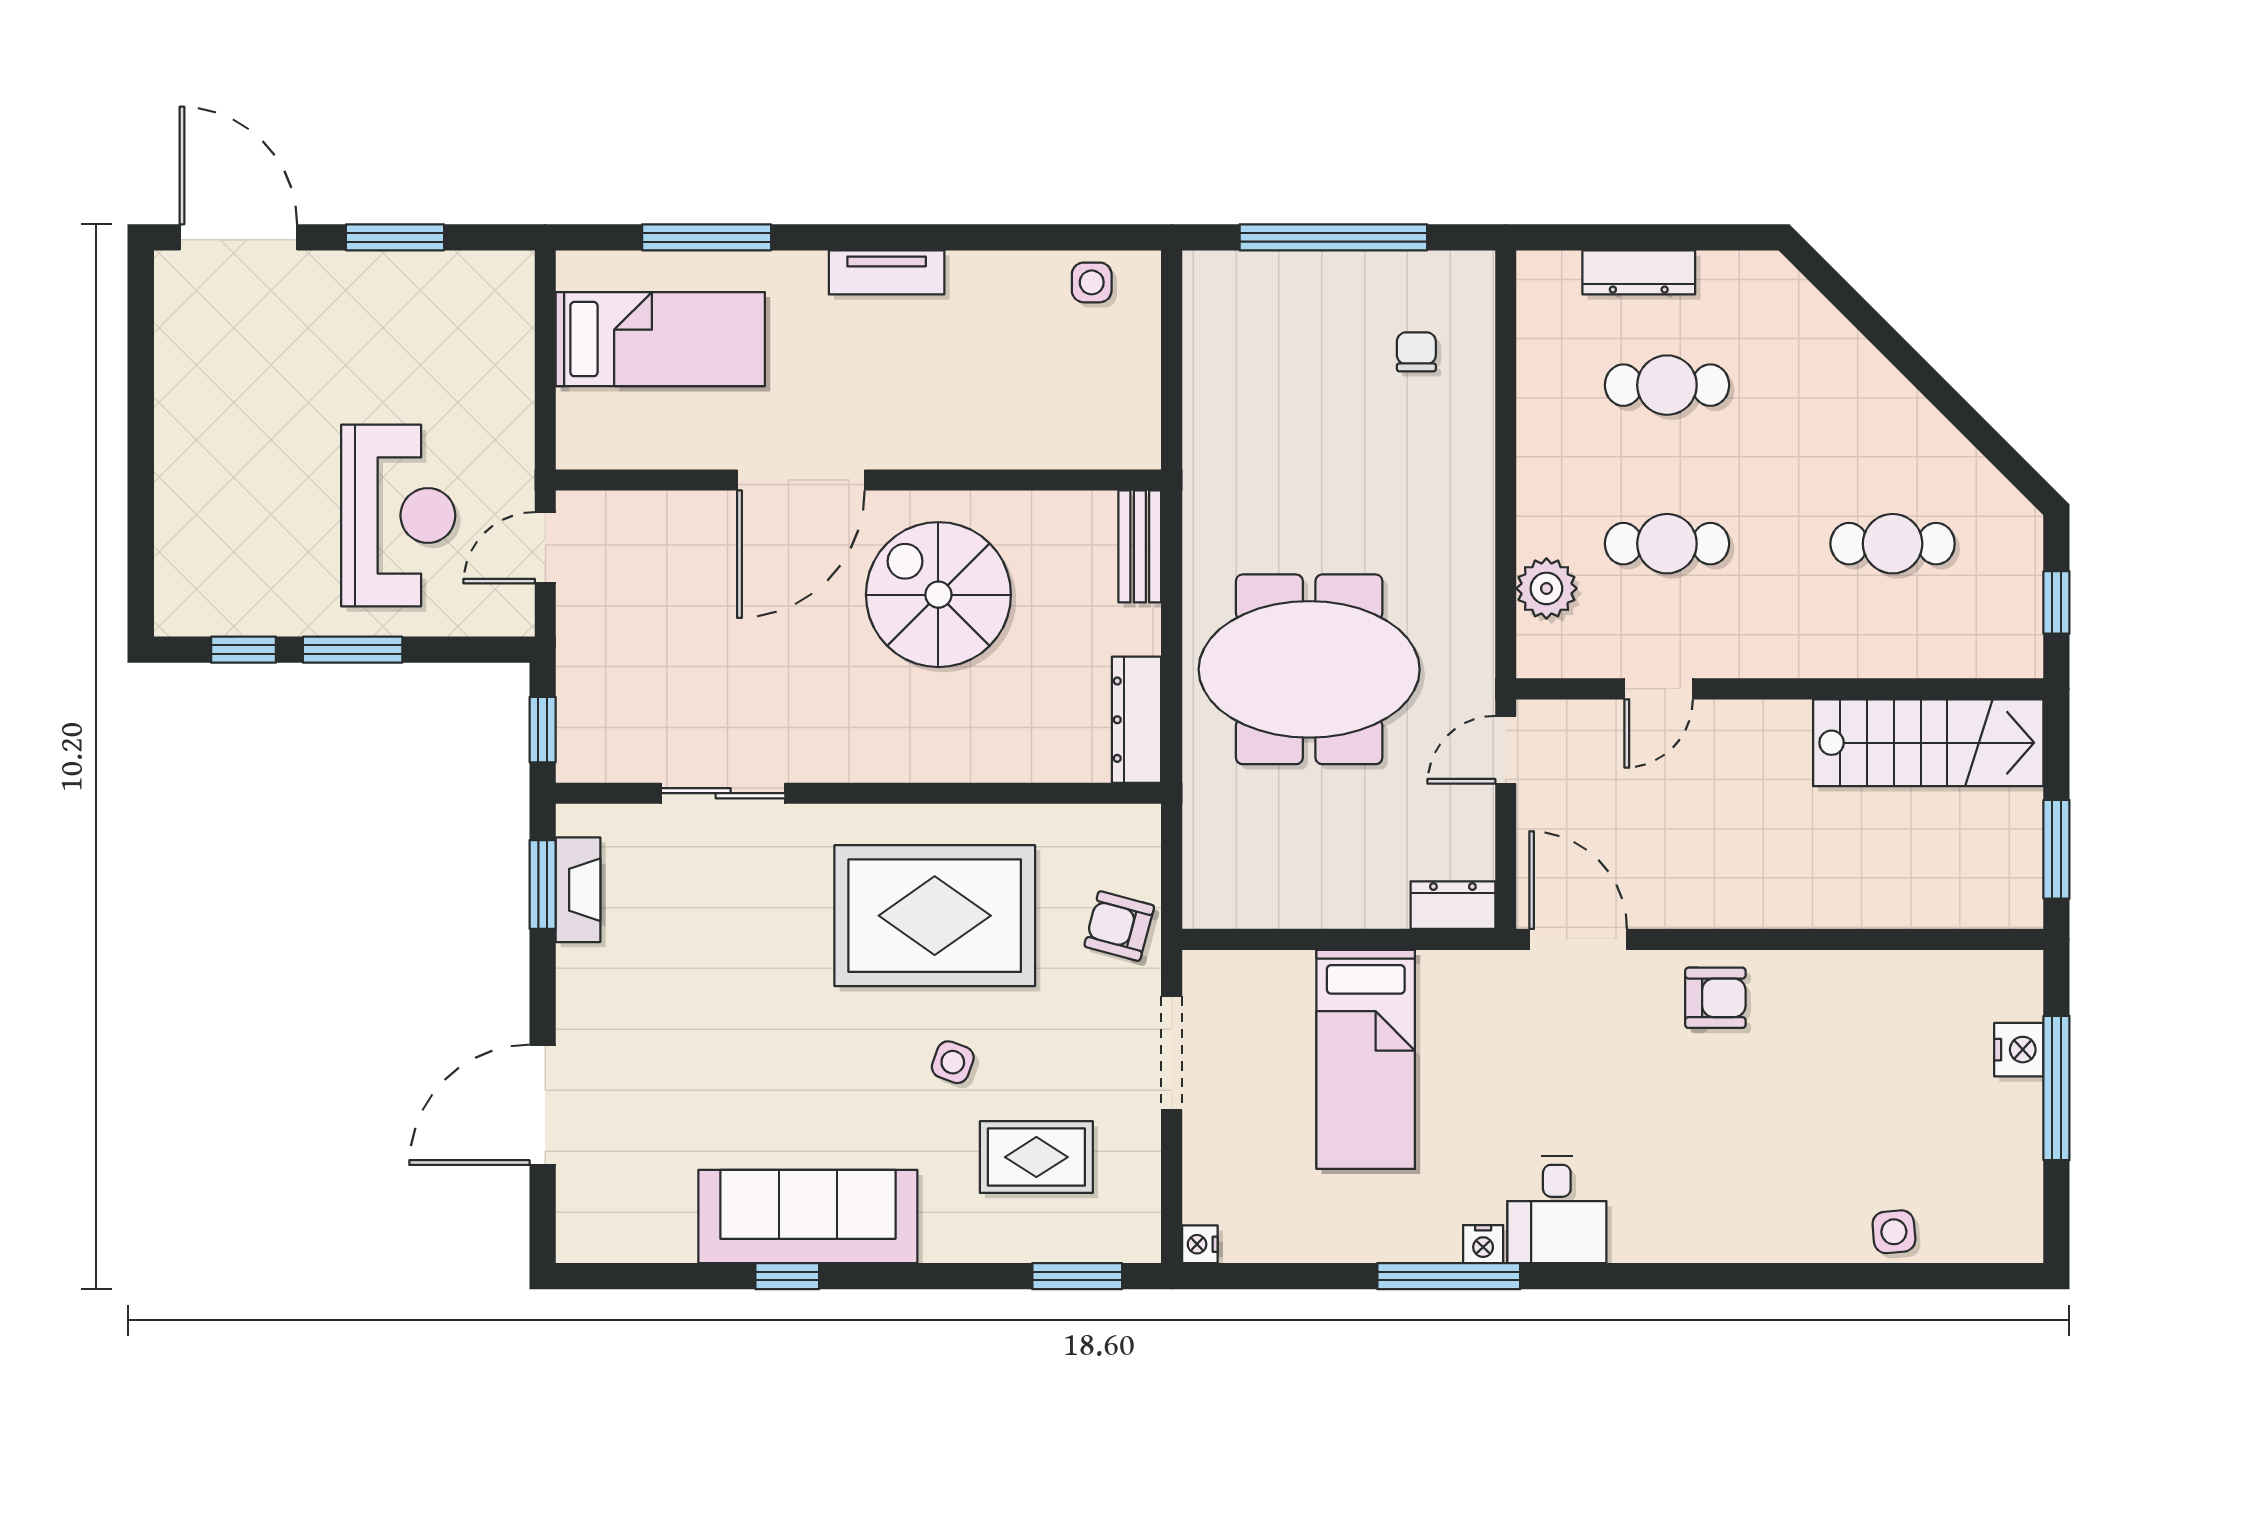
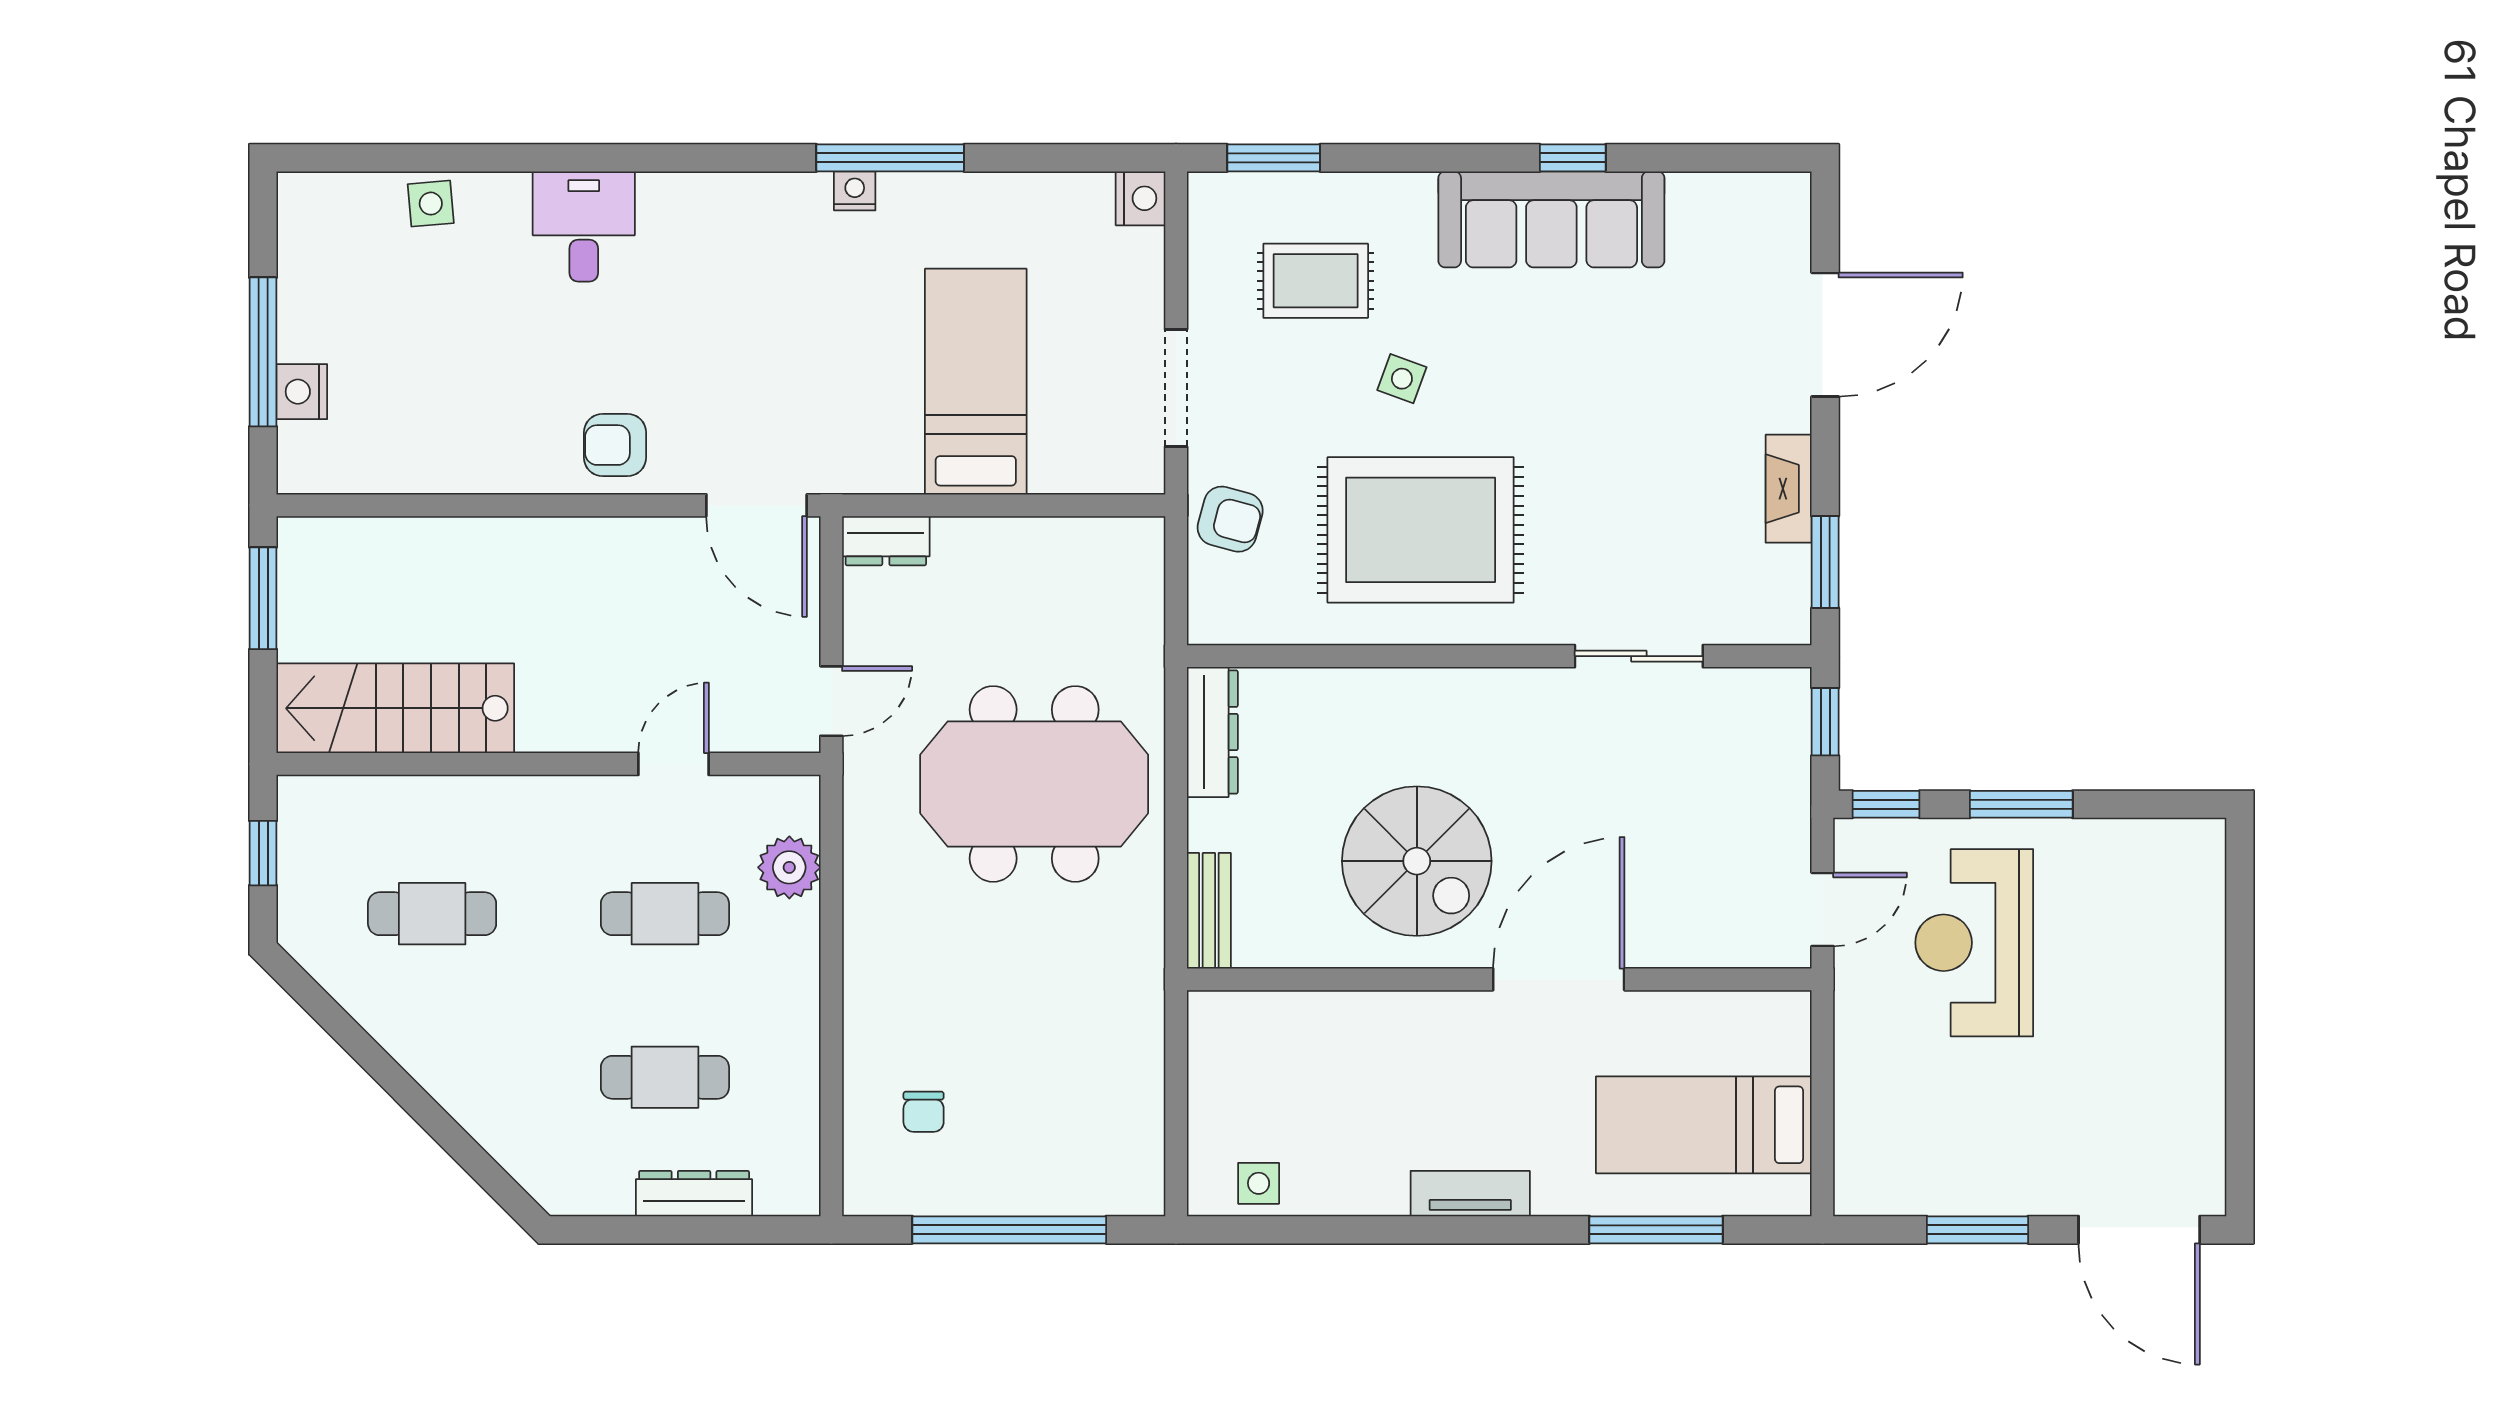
window: (243, 650) -> (1886, 804), moved
fireplace: (578, 890) -> (1789, 489), moved
desk: (1557, 1210) -> (584, 226), moved
nightstand: (1200, 1244) -> (1140, 198), width x1.39, depth x1.35

